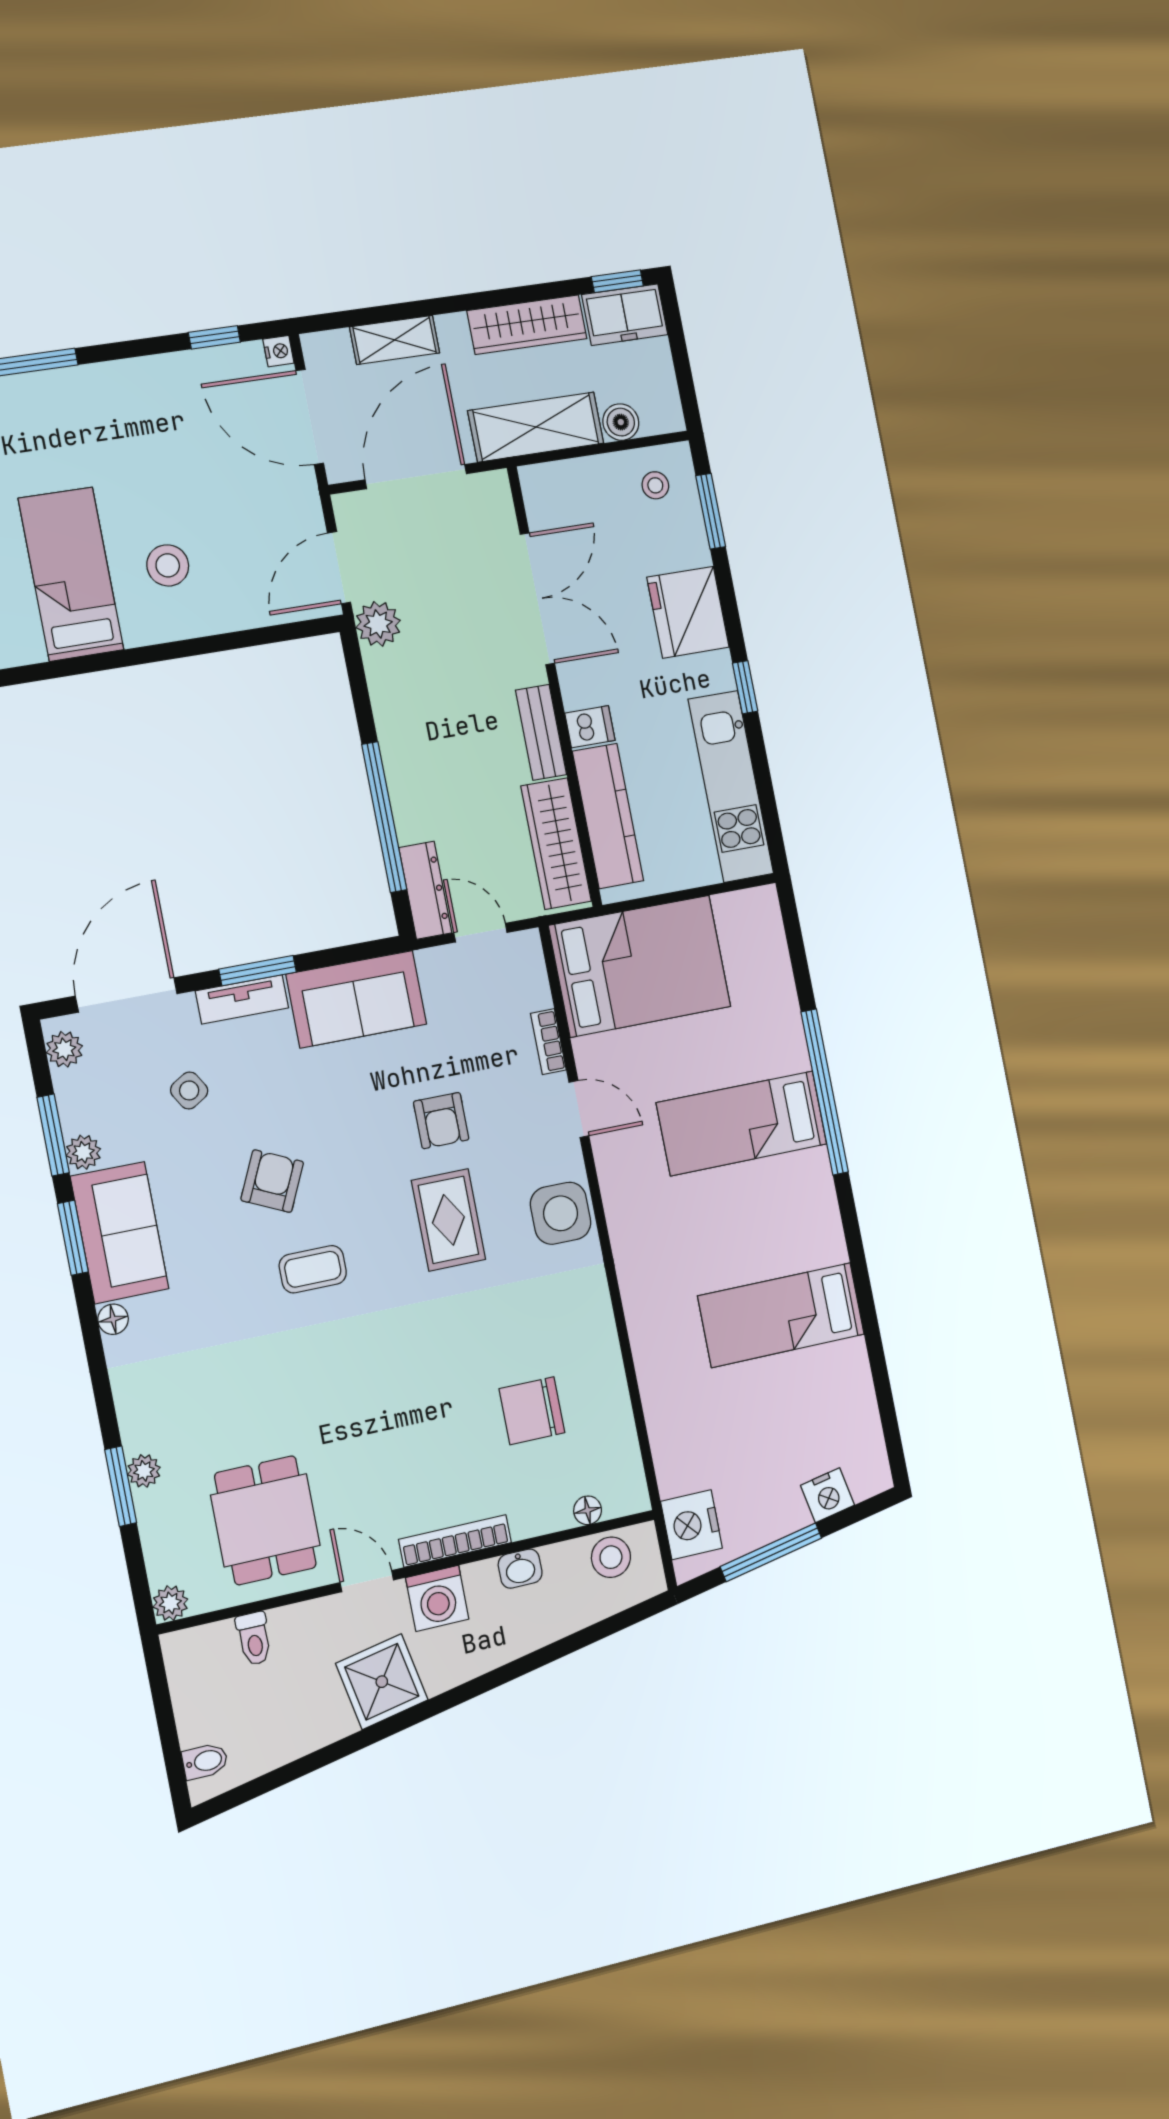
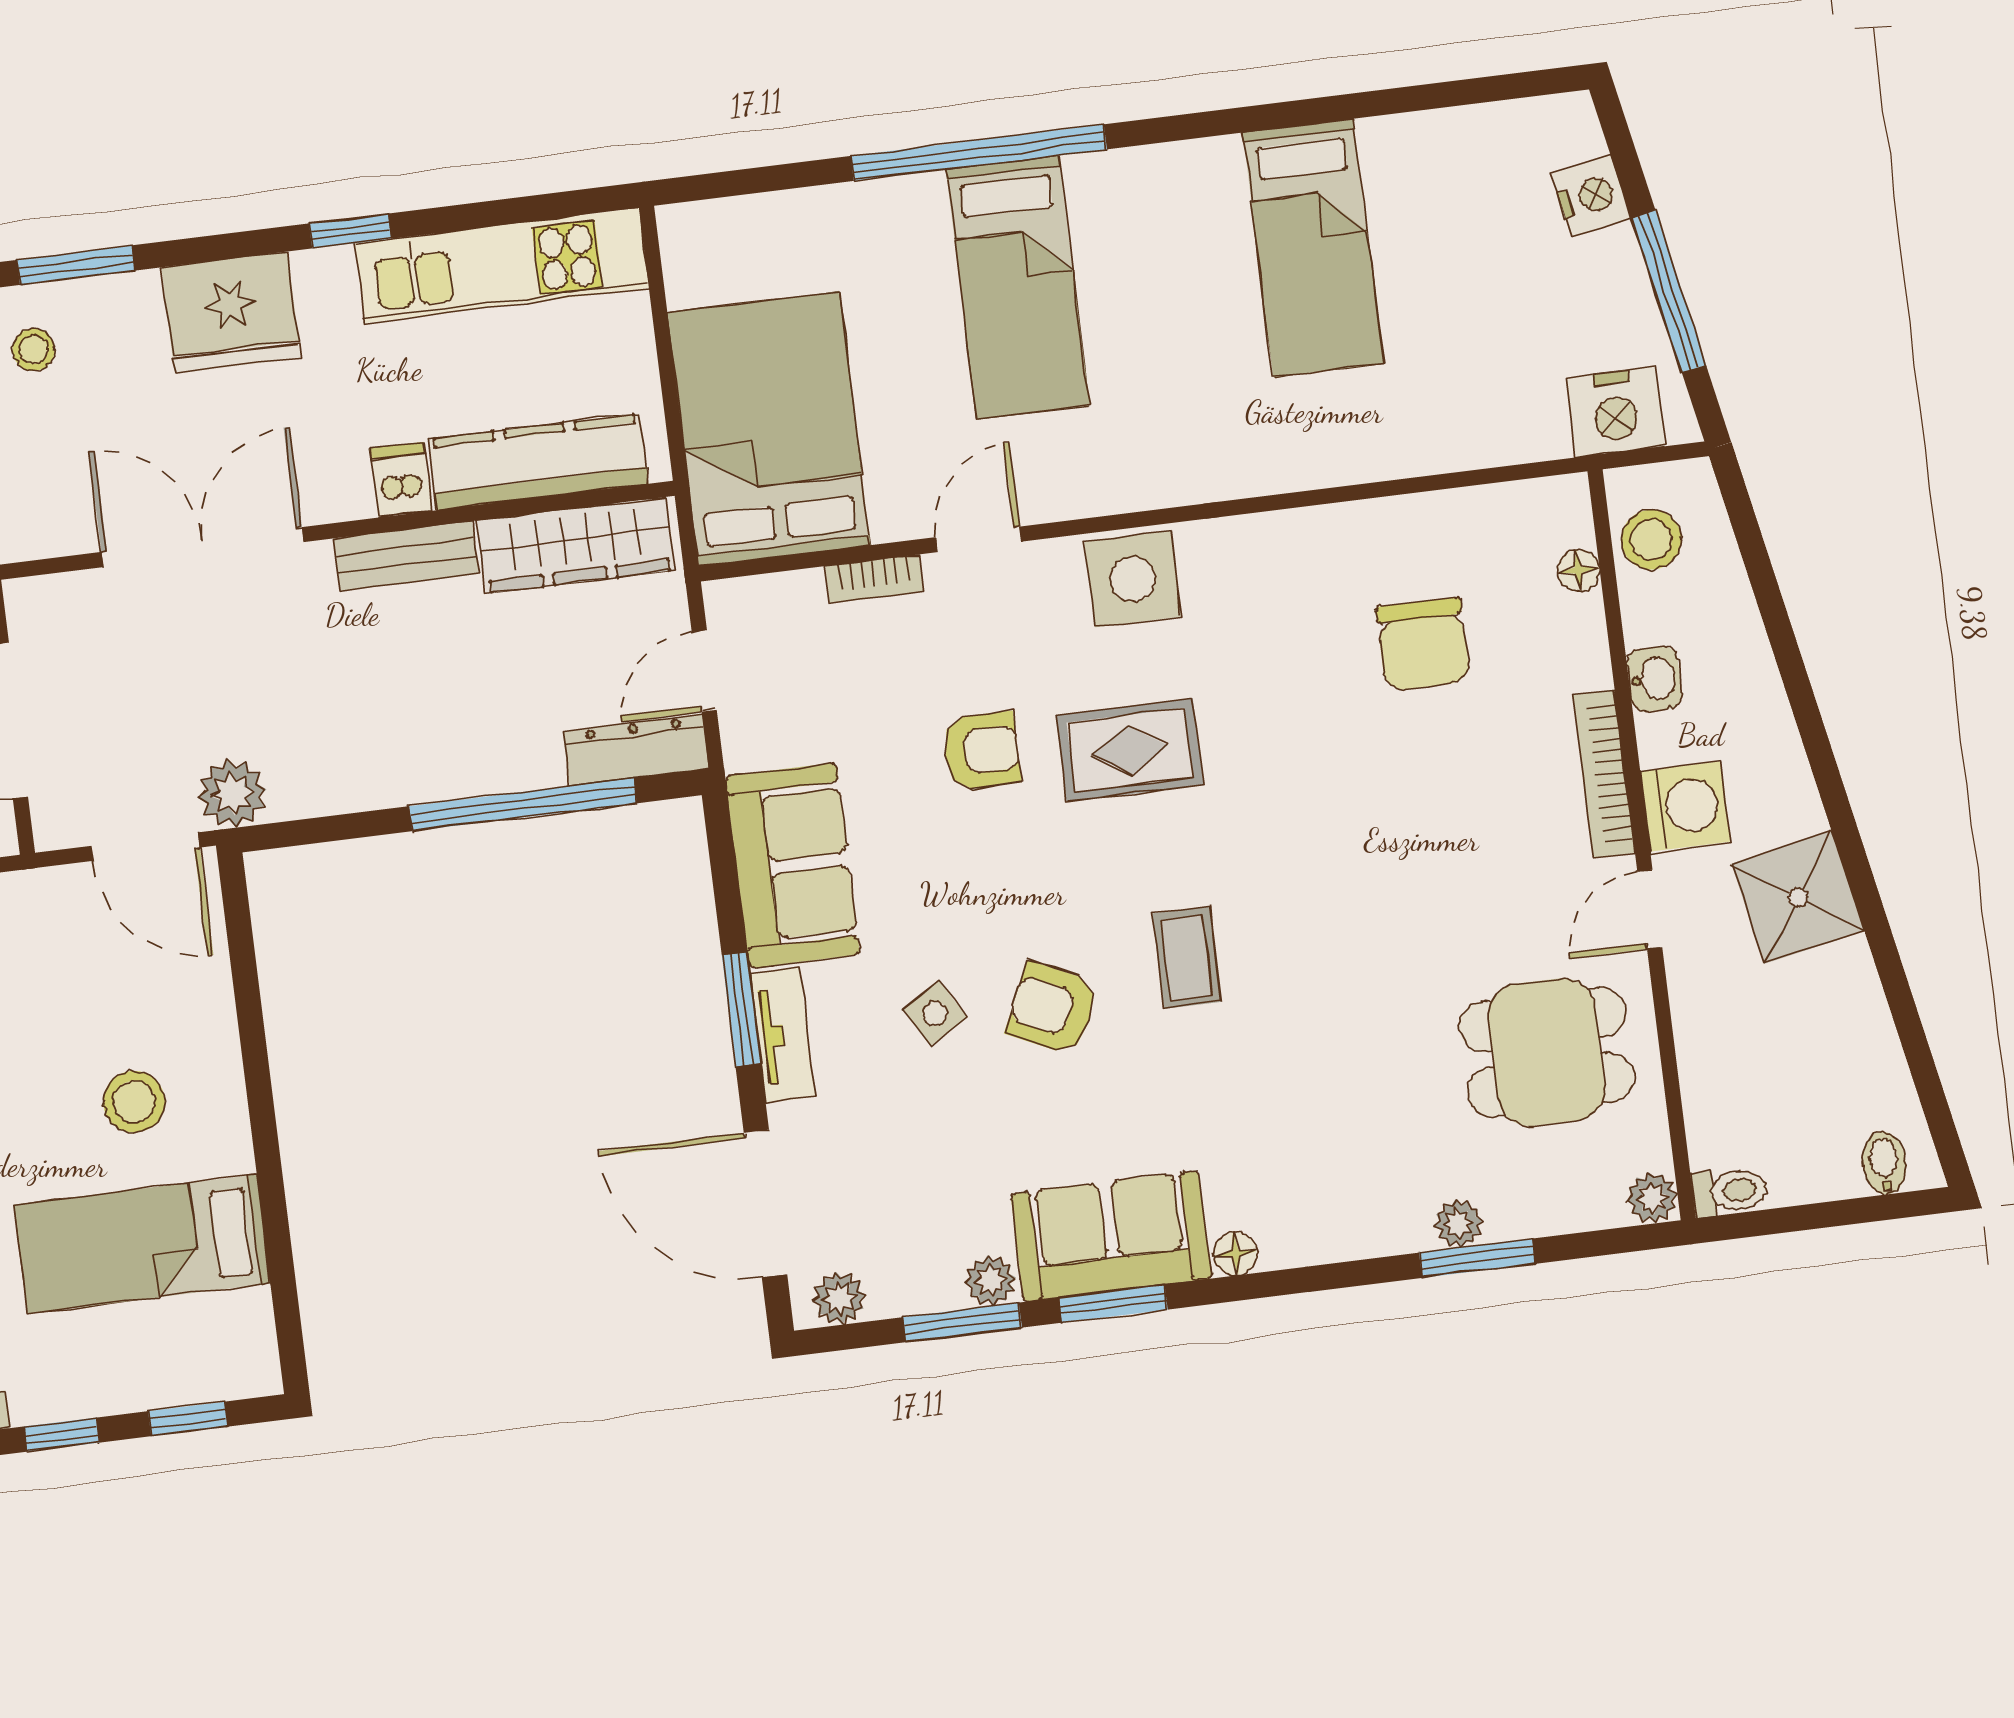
side table: (189, 1090) -> (935, 1013), moved
toilet: (254, 1639) -> (1730, 1191), moved

